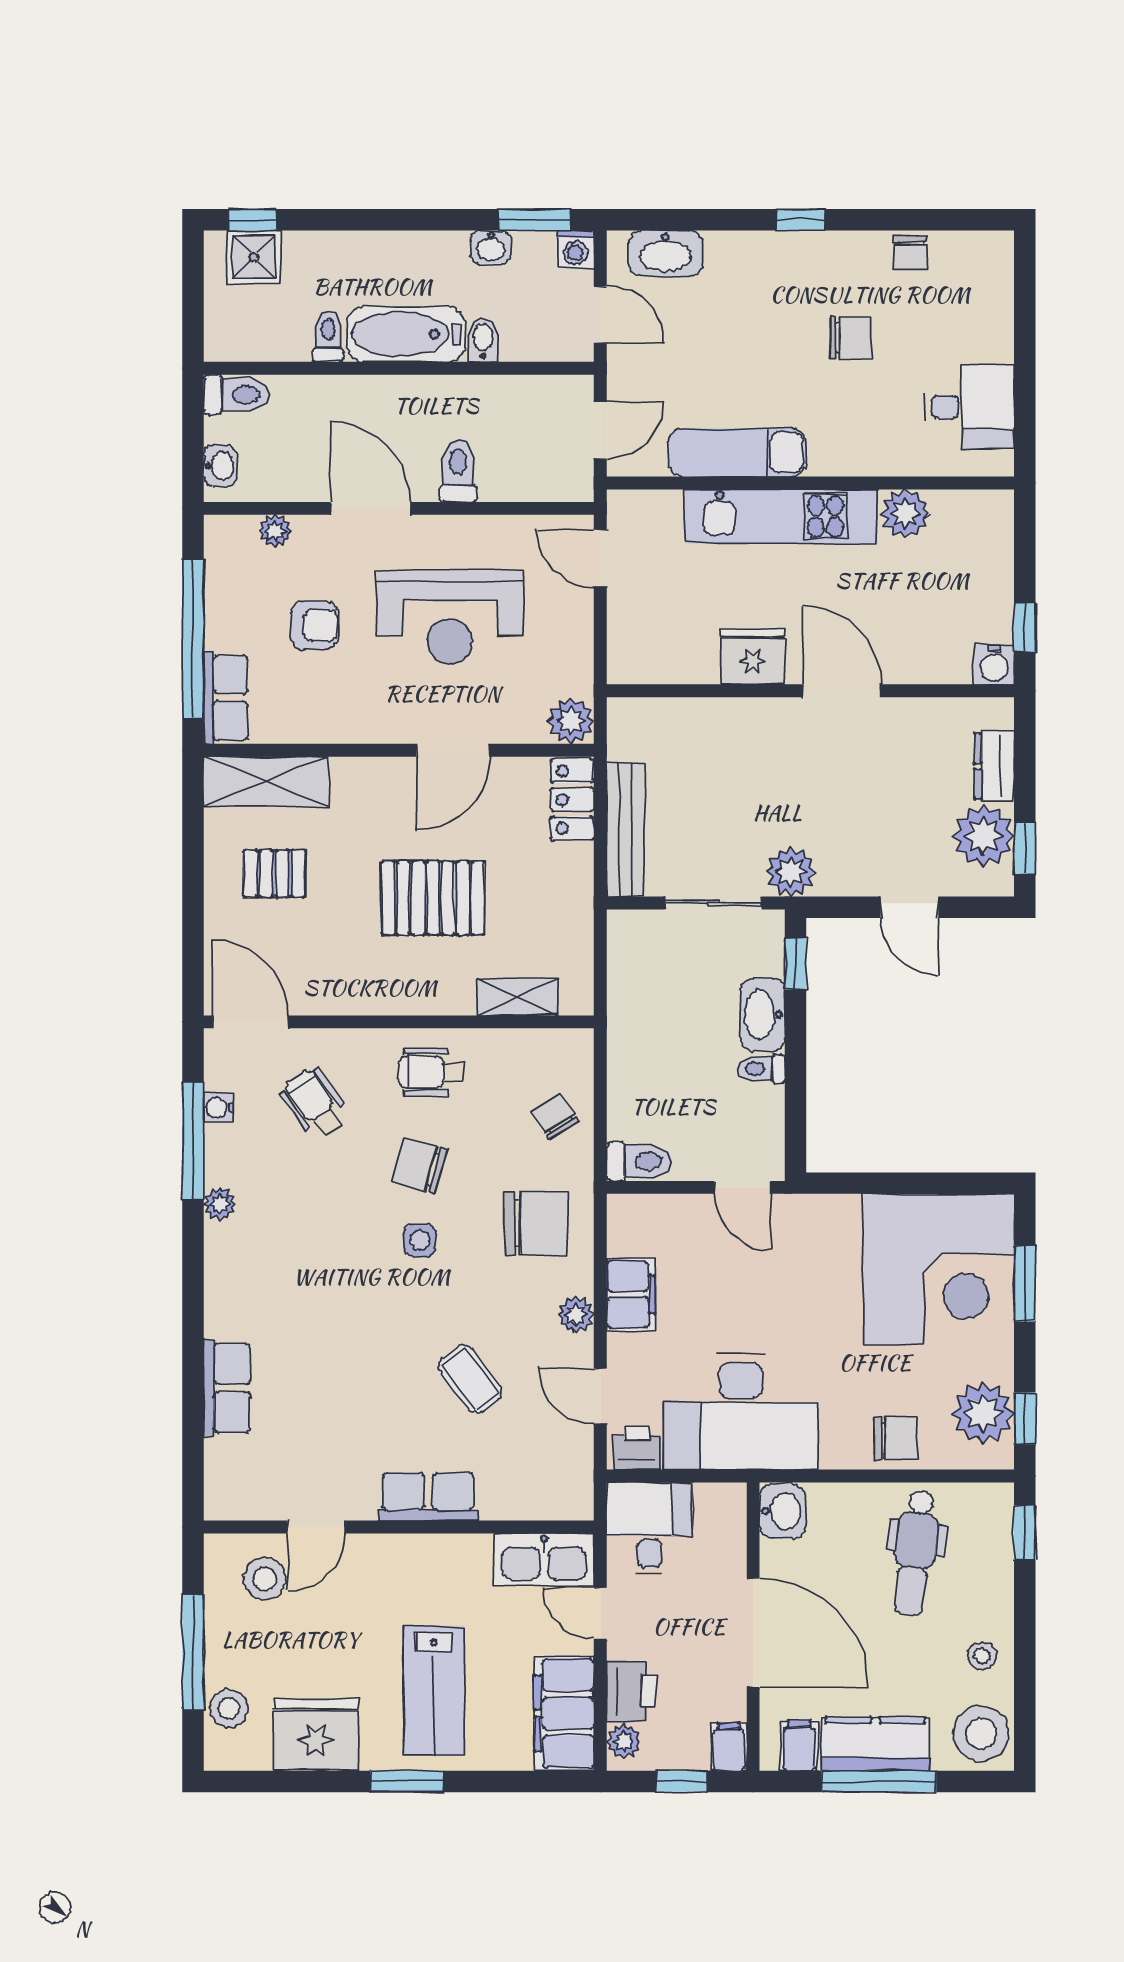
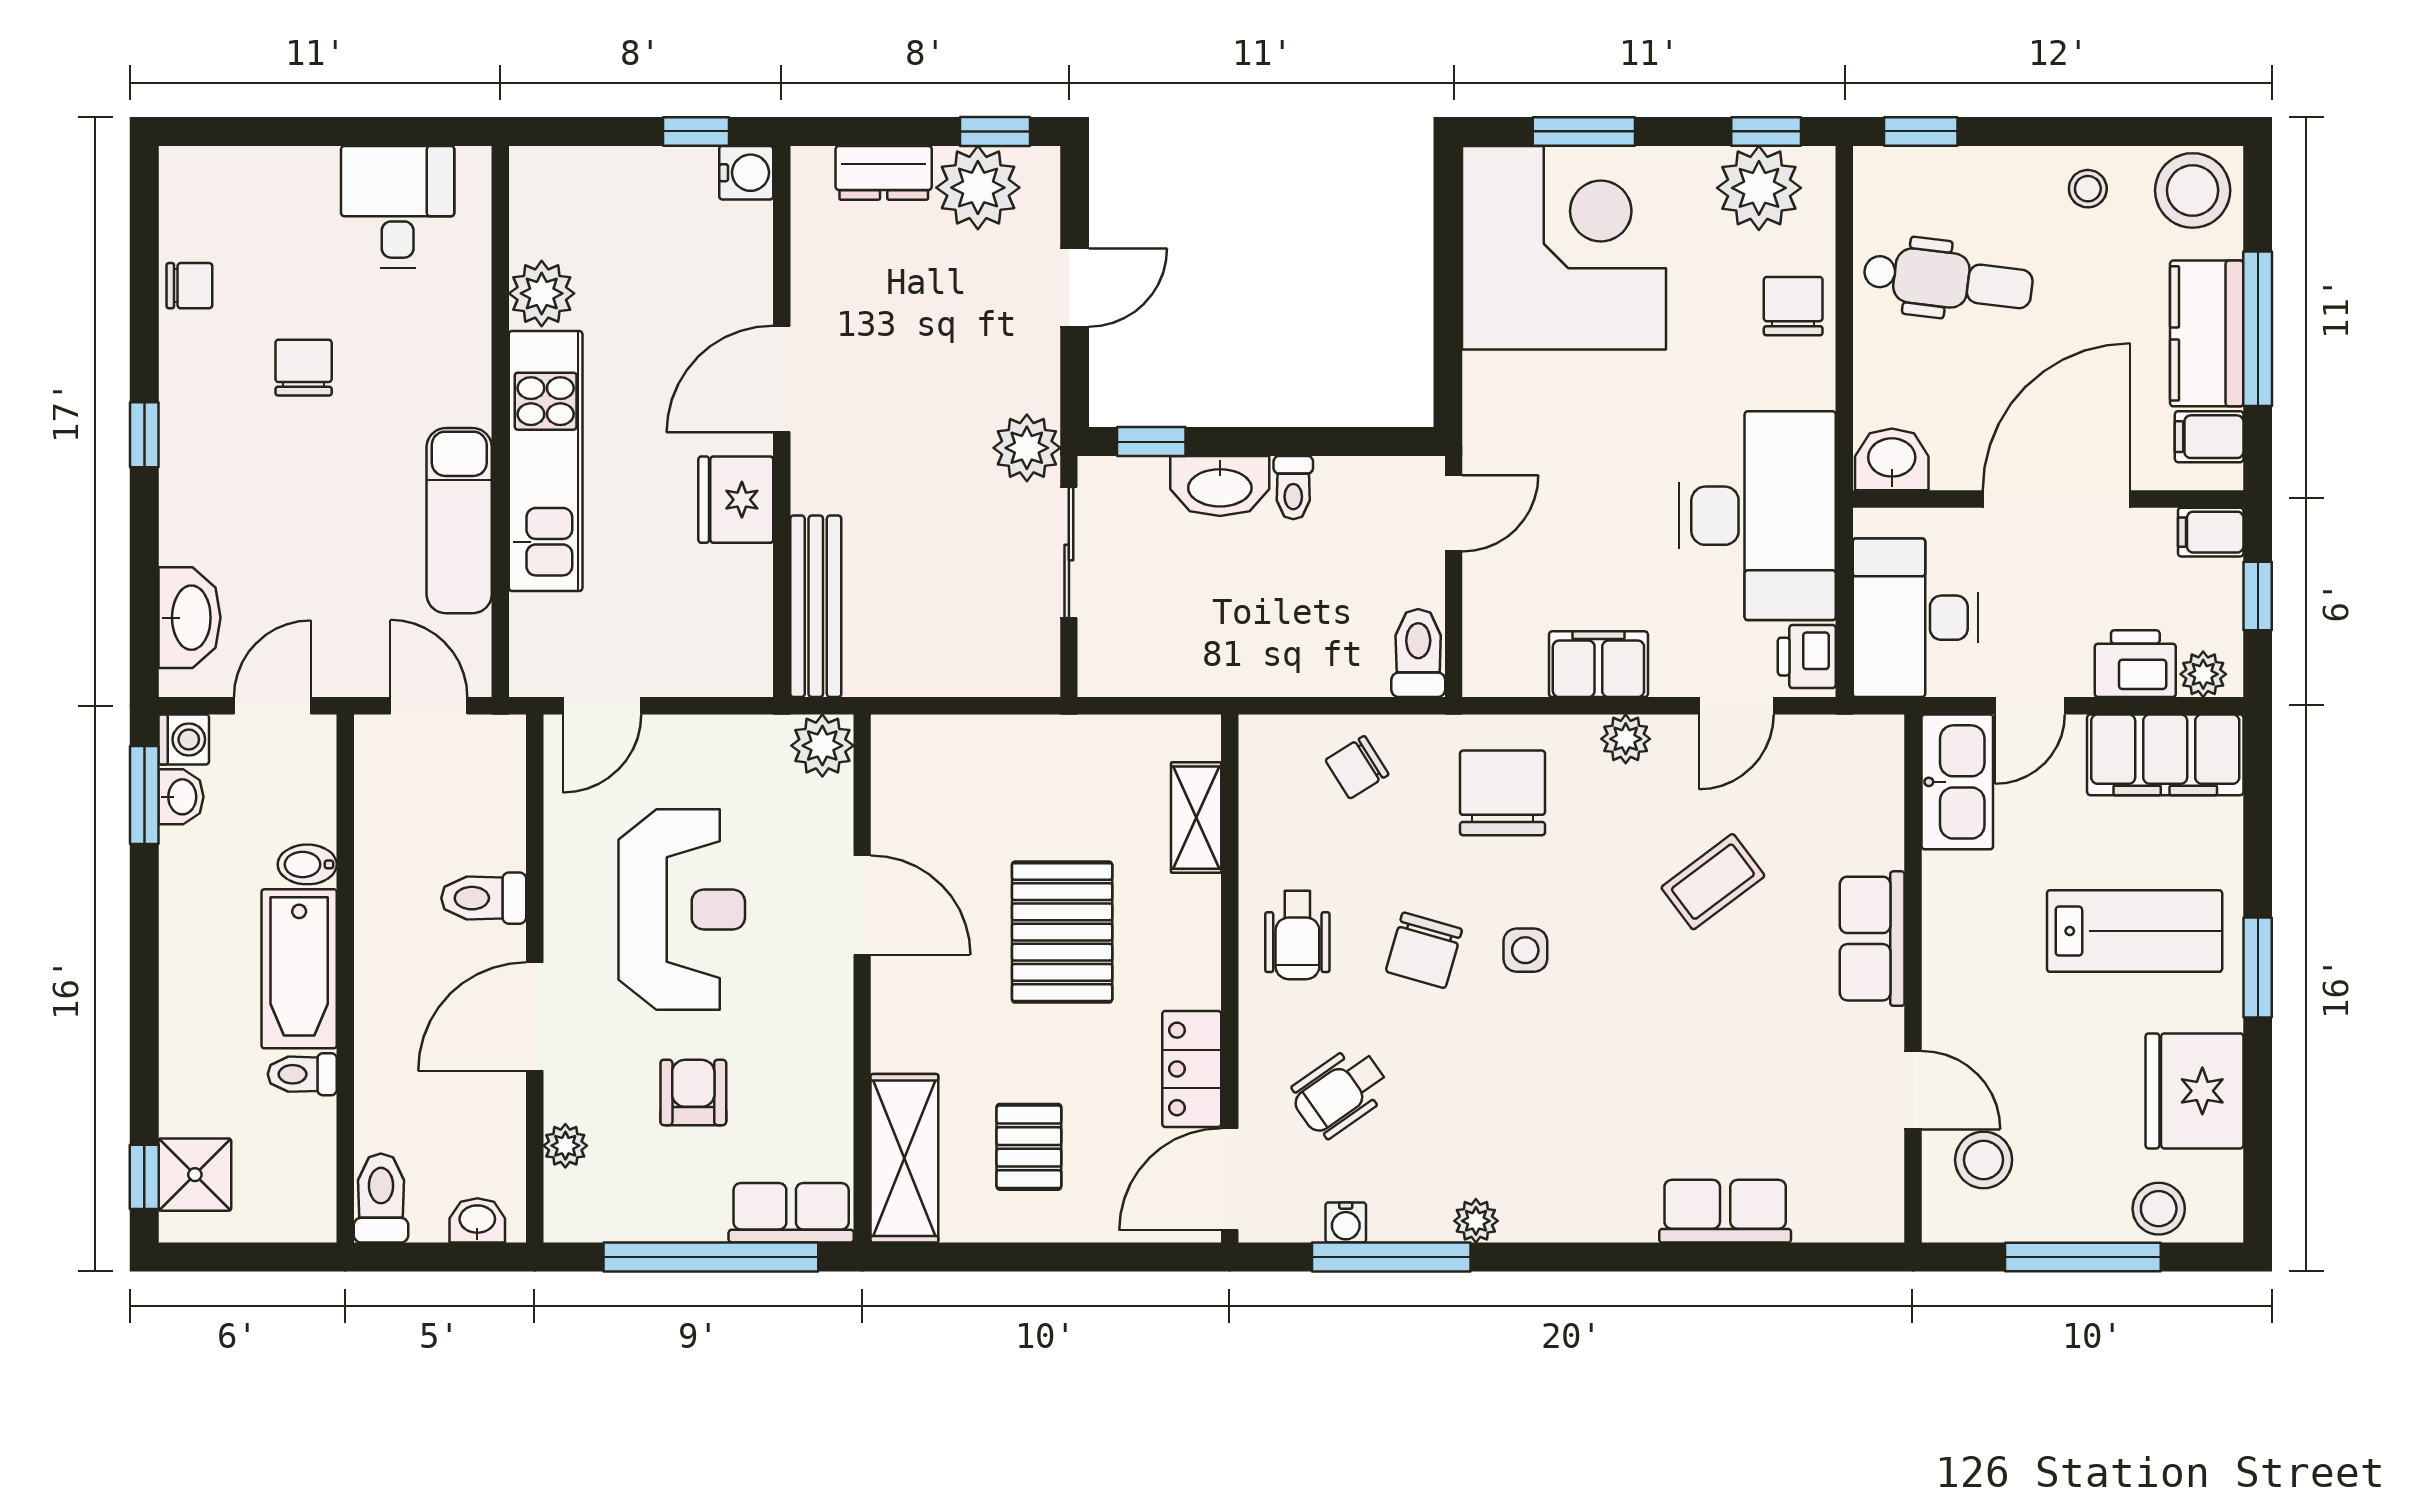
washbasin: (491, 247) -> (181, 797), moved
locker: (572, 800) -> (1192, 1069), moved, turned 90
bench: (626, 830) -> (816, 606), moved, turned 90
desk: (649, 1528) -> (1915, 618), width x1.37

